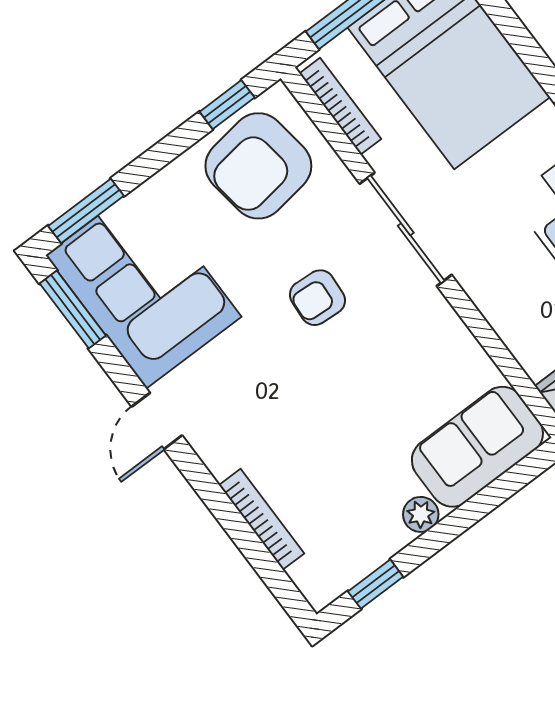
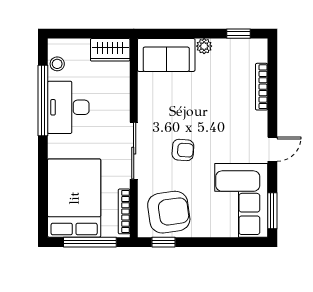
window: (86, 211) -> (242, 242), removed

